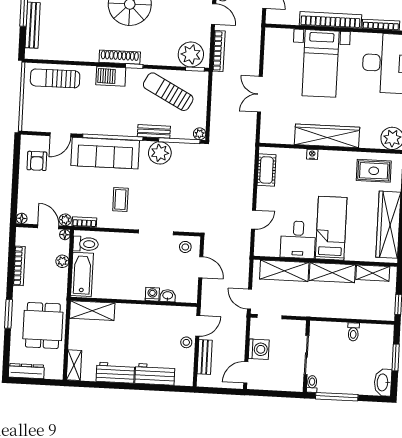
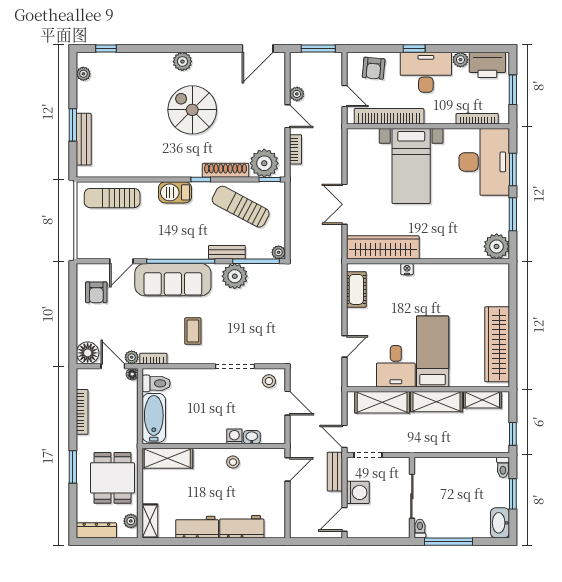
bookcase: (330, 20) -> (389, 116), moved
bookcase: (219, 51) -> (296, 149), width x0.64
shoe rack: (120, 57) -> (225, 170), moved
wardrobe: (327, 136) -> (383, 247), moved
rug: (374, 171) -> (477, 284), removed
floor lamp: (22, 218) -> (88, 353), width x1.89, depth x1.89
plant: (62, 261) -> (131, 521), moved
toilet: (353, 332) -> (503, 467), moved
stool: (186, 342) -> (233, 462), moved
bench: (205, 357) -> (335, 472), moved

